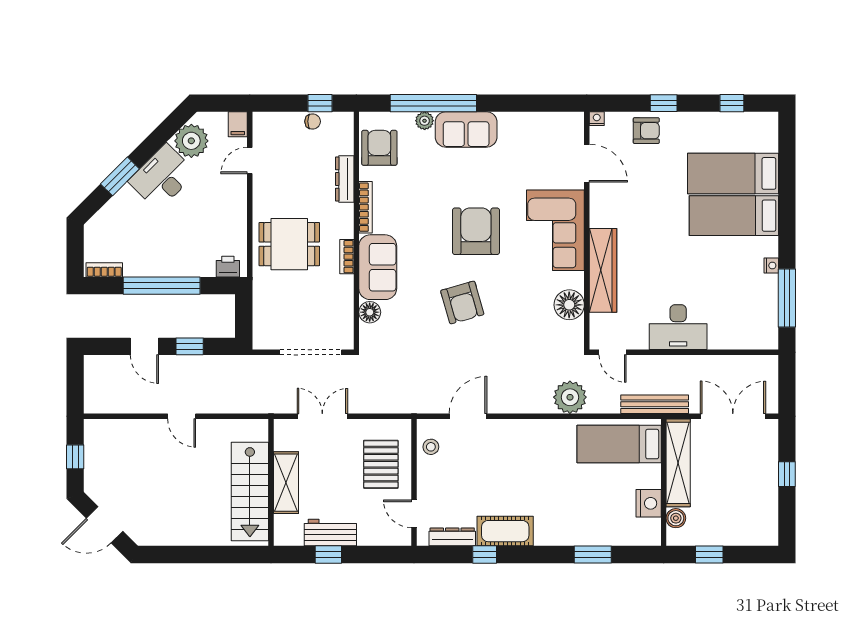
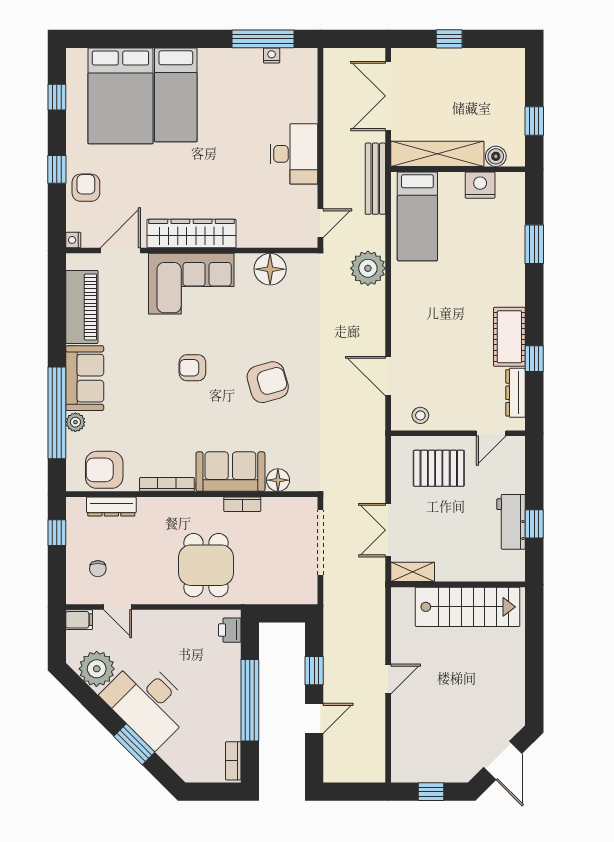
chair: (313, 121) -> (98, 569), moved, turned 180
piano: (533, 127) -> (82, 307), added
bed: (733, 173) -> (120, 96), width x1.50
desk: (162, 177) -> (148, 702), width x1.36, depth x1.30
dresser: (345, 179) -> (111, 507), moved
armchair: (476, 231) -> (192, 368), width x0.53, depth x0.53
bookcase: (347, 257) -> (242, 504), moved
nightstand: (771, 266) -> (272, 56), moved
wardrobe: (603, 270) -> (191, 233), moved
shelving: (286, 483) -> (413, 572), moved, width x0.67, depth x0.75

